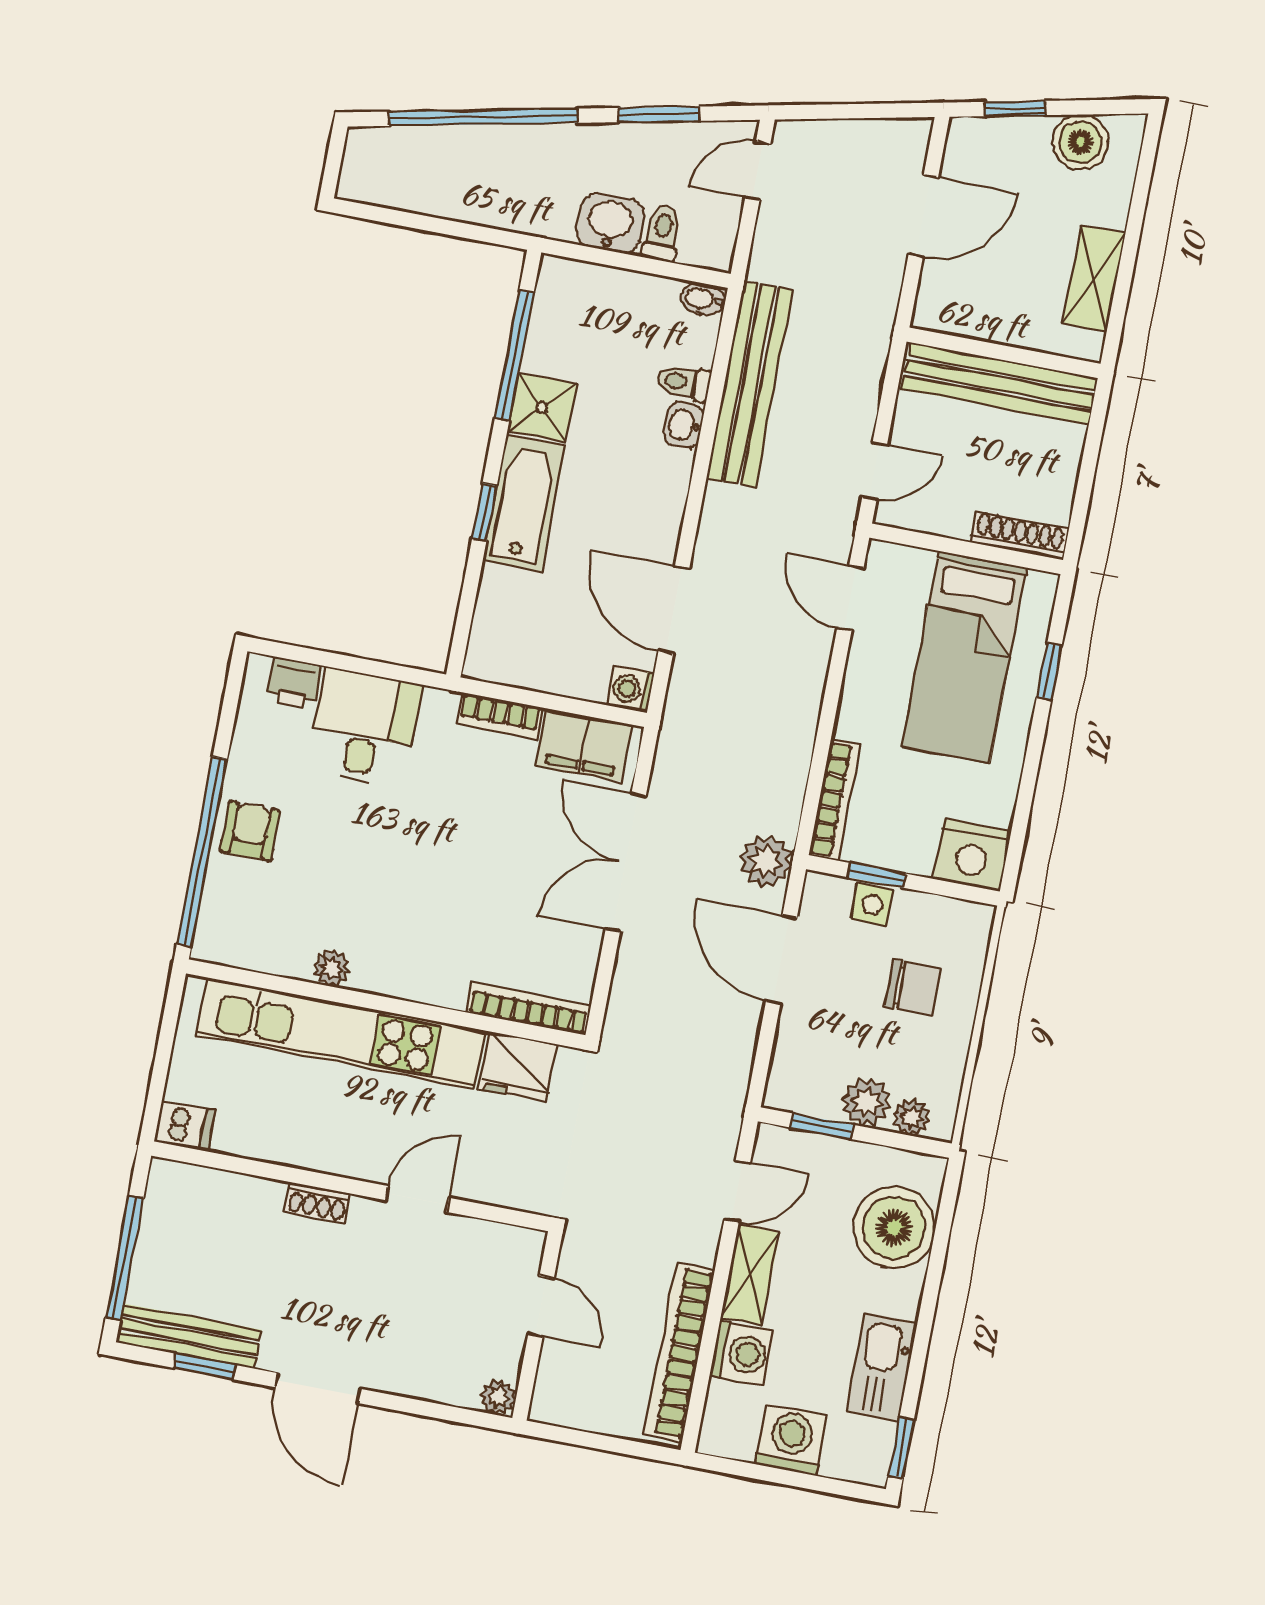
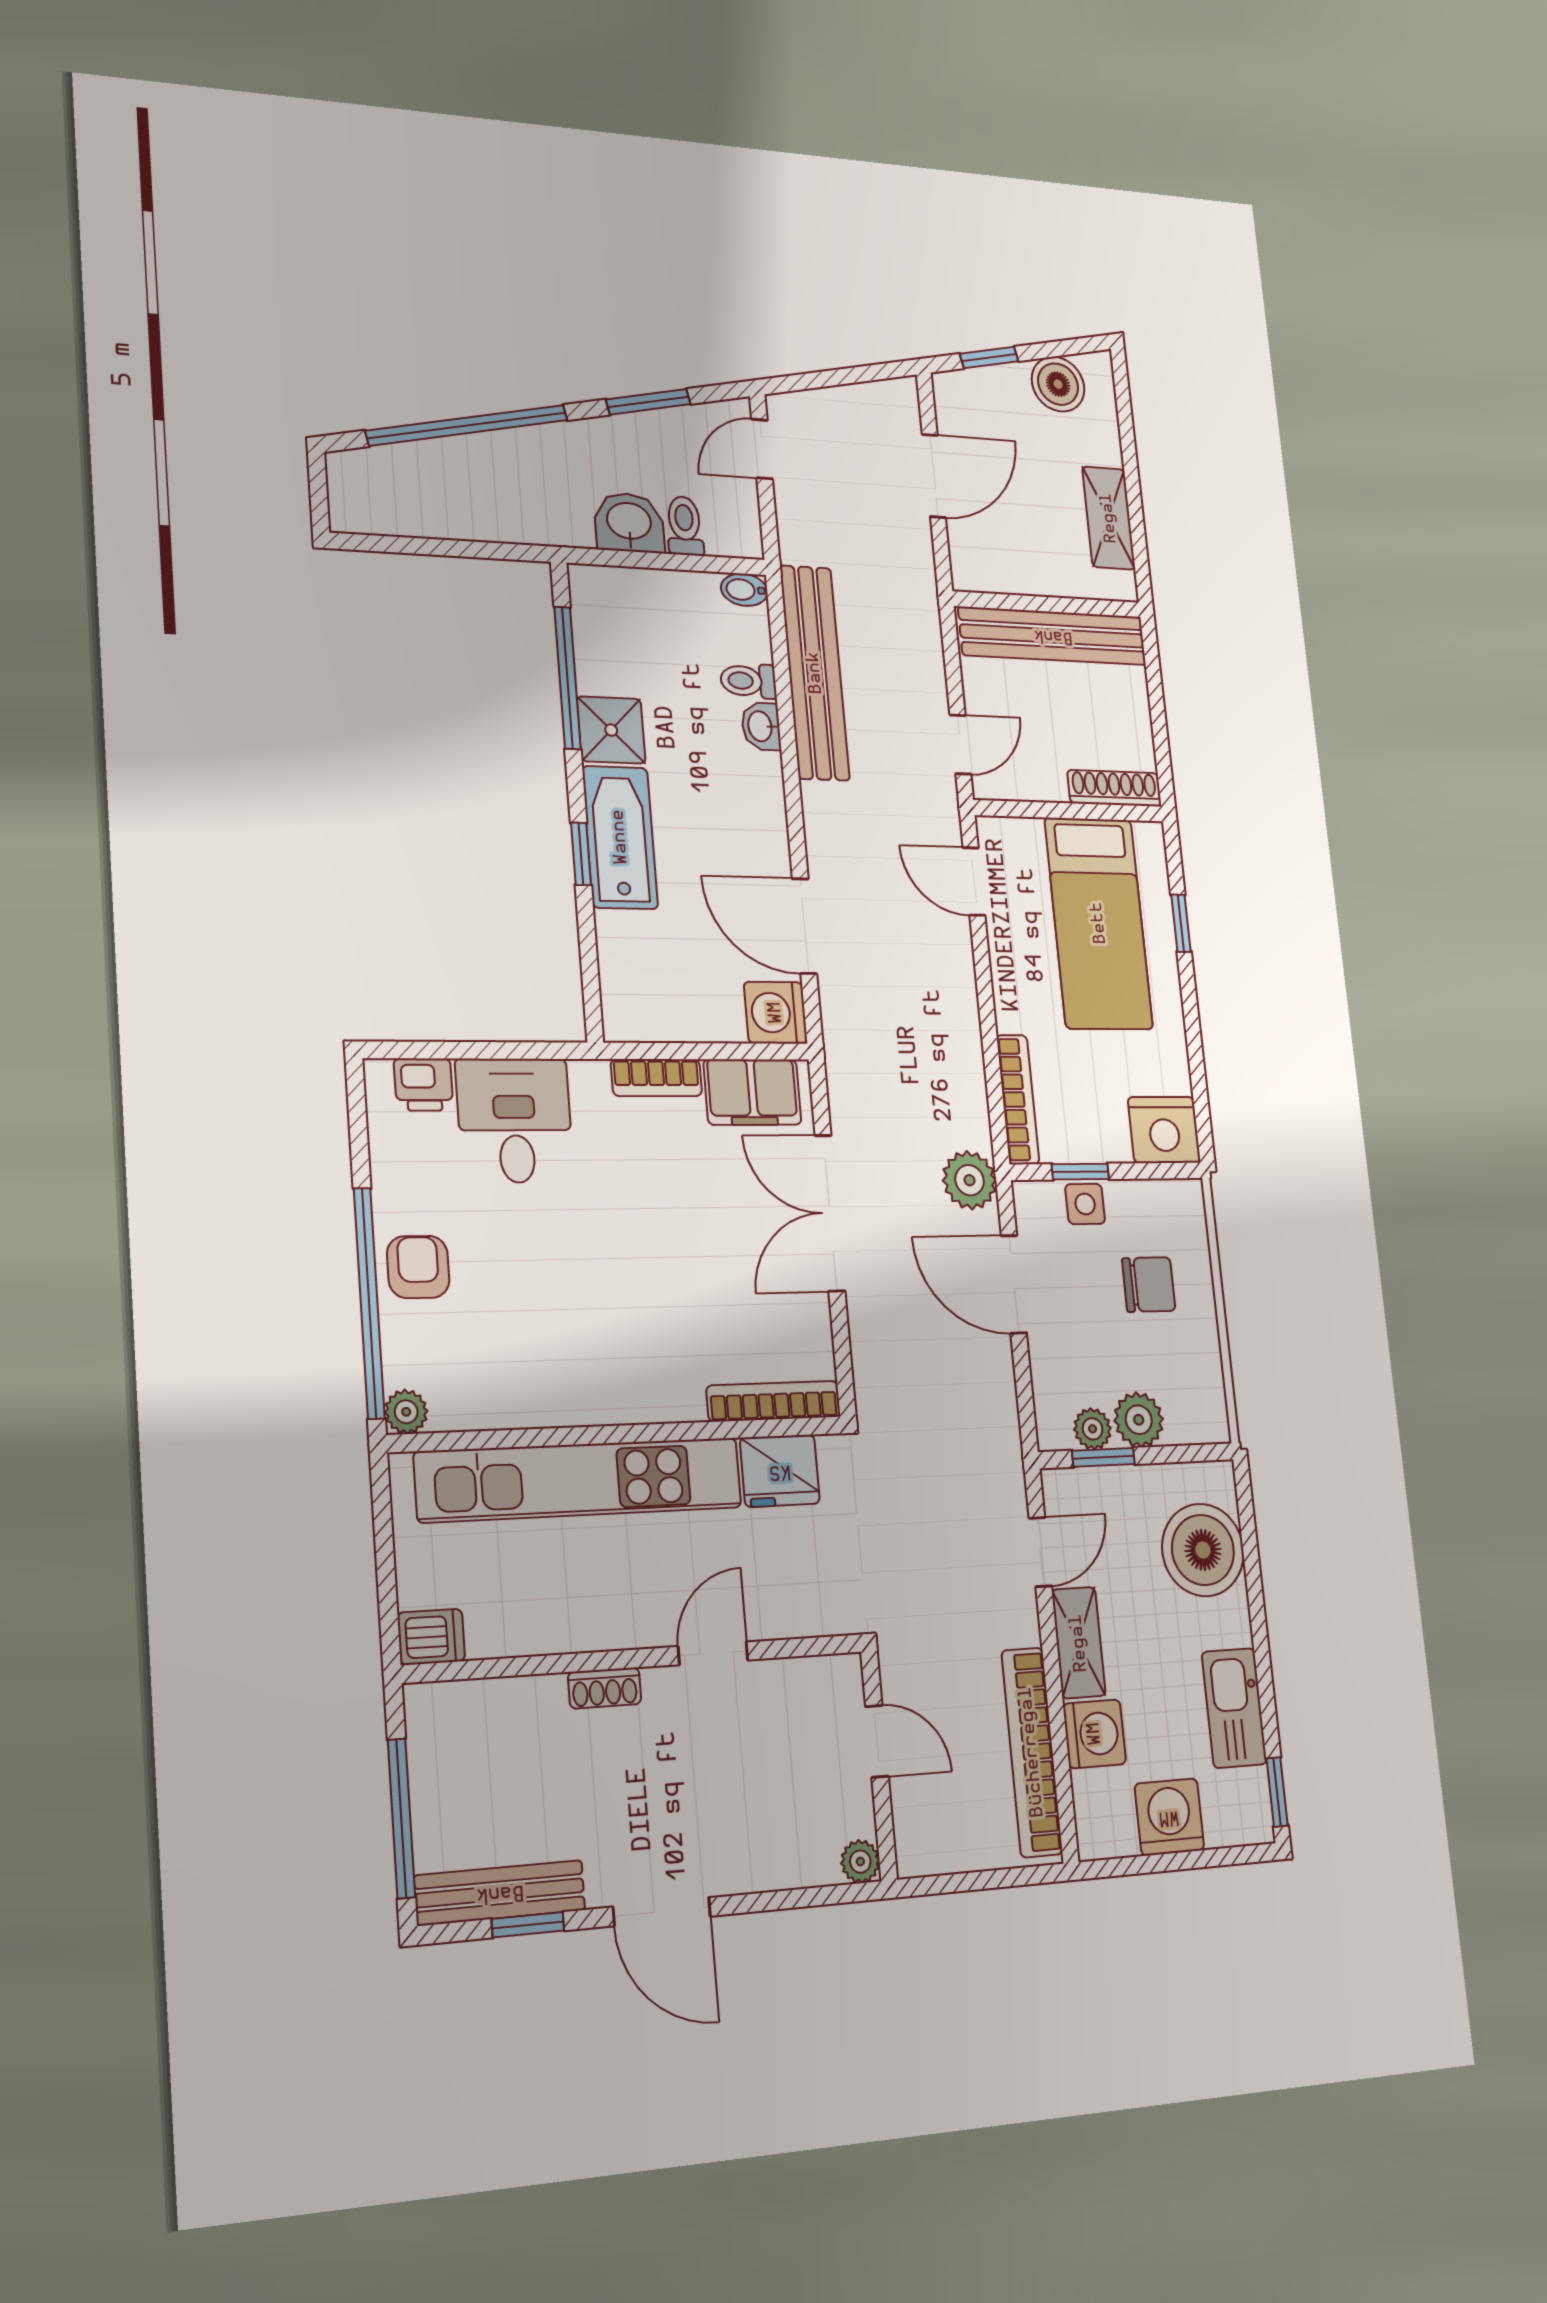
washing machine: (631, 689) -> (776, 1013), width x1.38, depth x1.38
plant: (332, 968) -> (406, 1412), moved
plant: (912, 1117) -> (1093, 1429), moved

